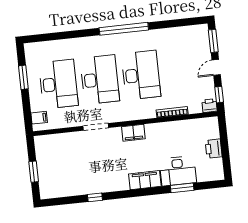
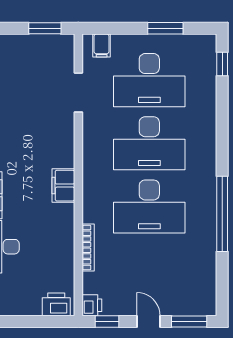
window: (124, 29) -> (222, 214), moved
window: (43, 38) -> (222, 64), added
doorway: (96, 127) -> (78, 93), moved
printer: (214, 149) -> (56, 304), moved
window: (34, 172) -> (45, 28), moved

